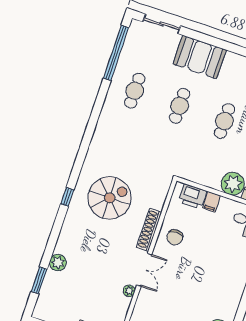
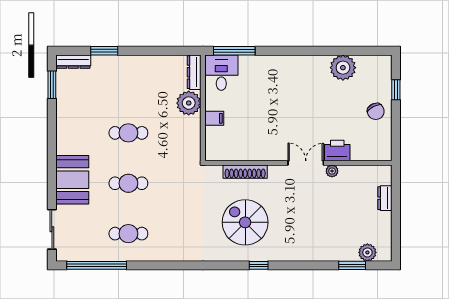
printer: (193, 196) -> (337, 151), moved, turned -90
shoe rack: (149, 230) -> (245, 172), moved
chair: (175, 237) -> (263, 143), removed
plant: (58, 263) -> (367, 252), moved

